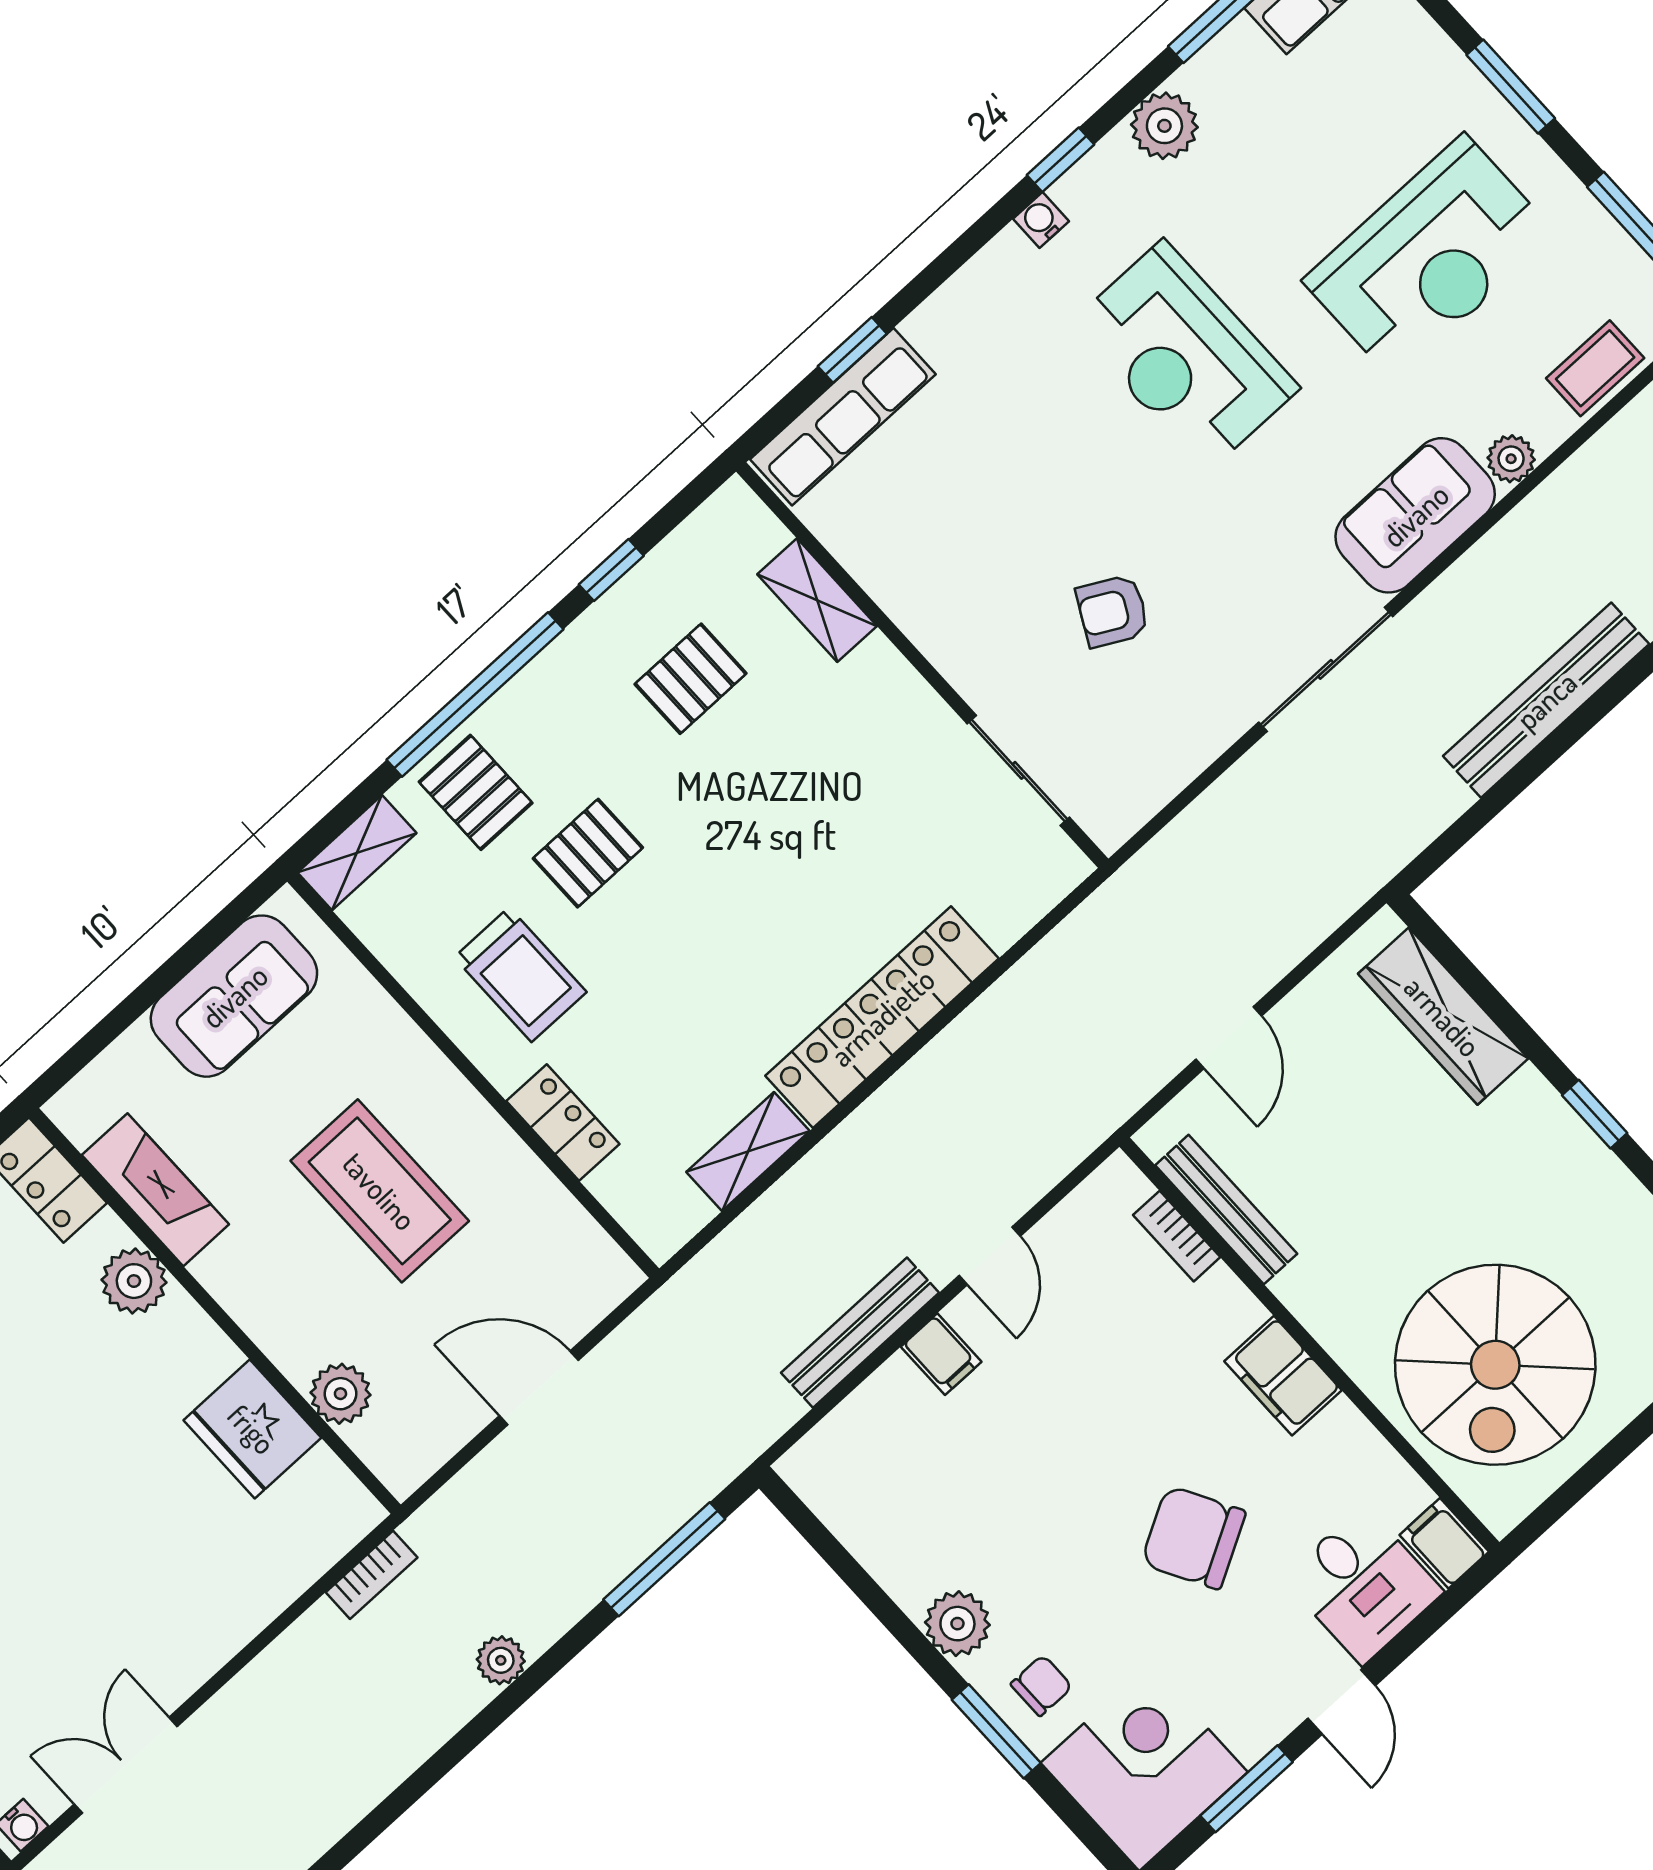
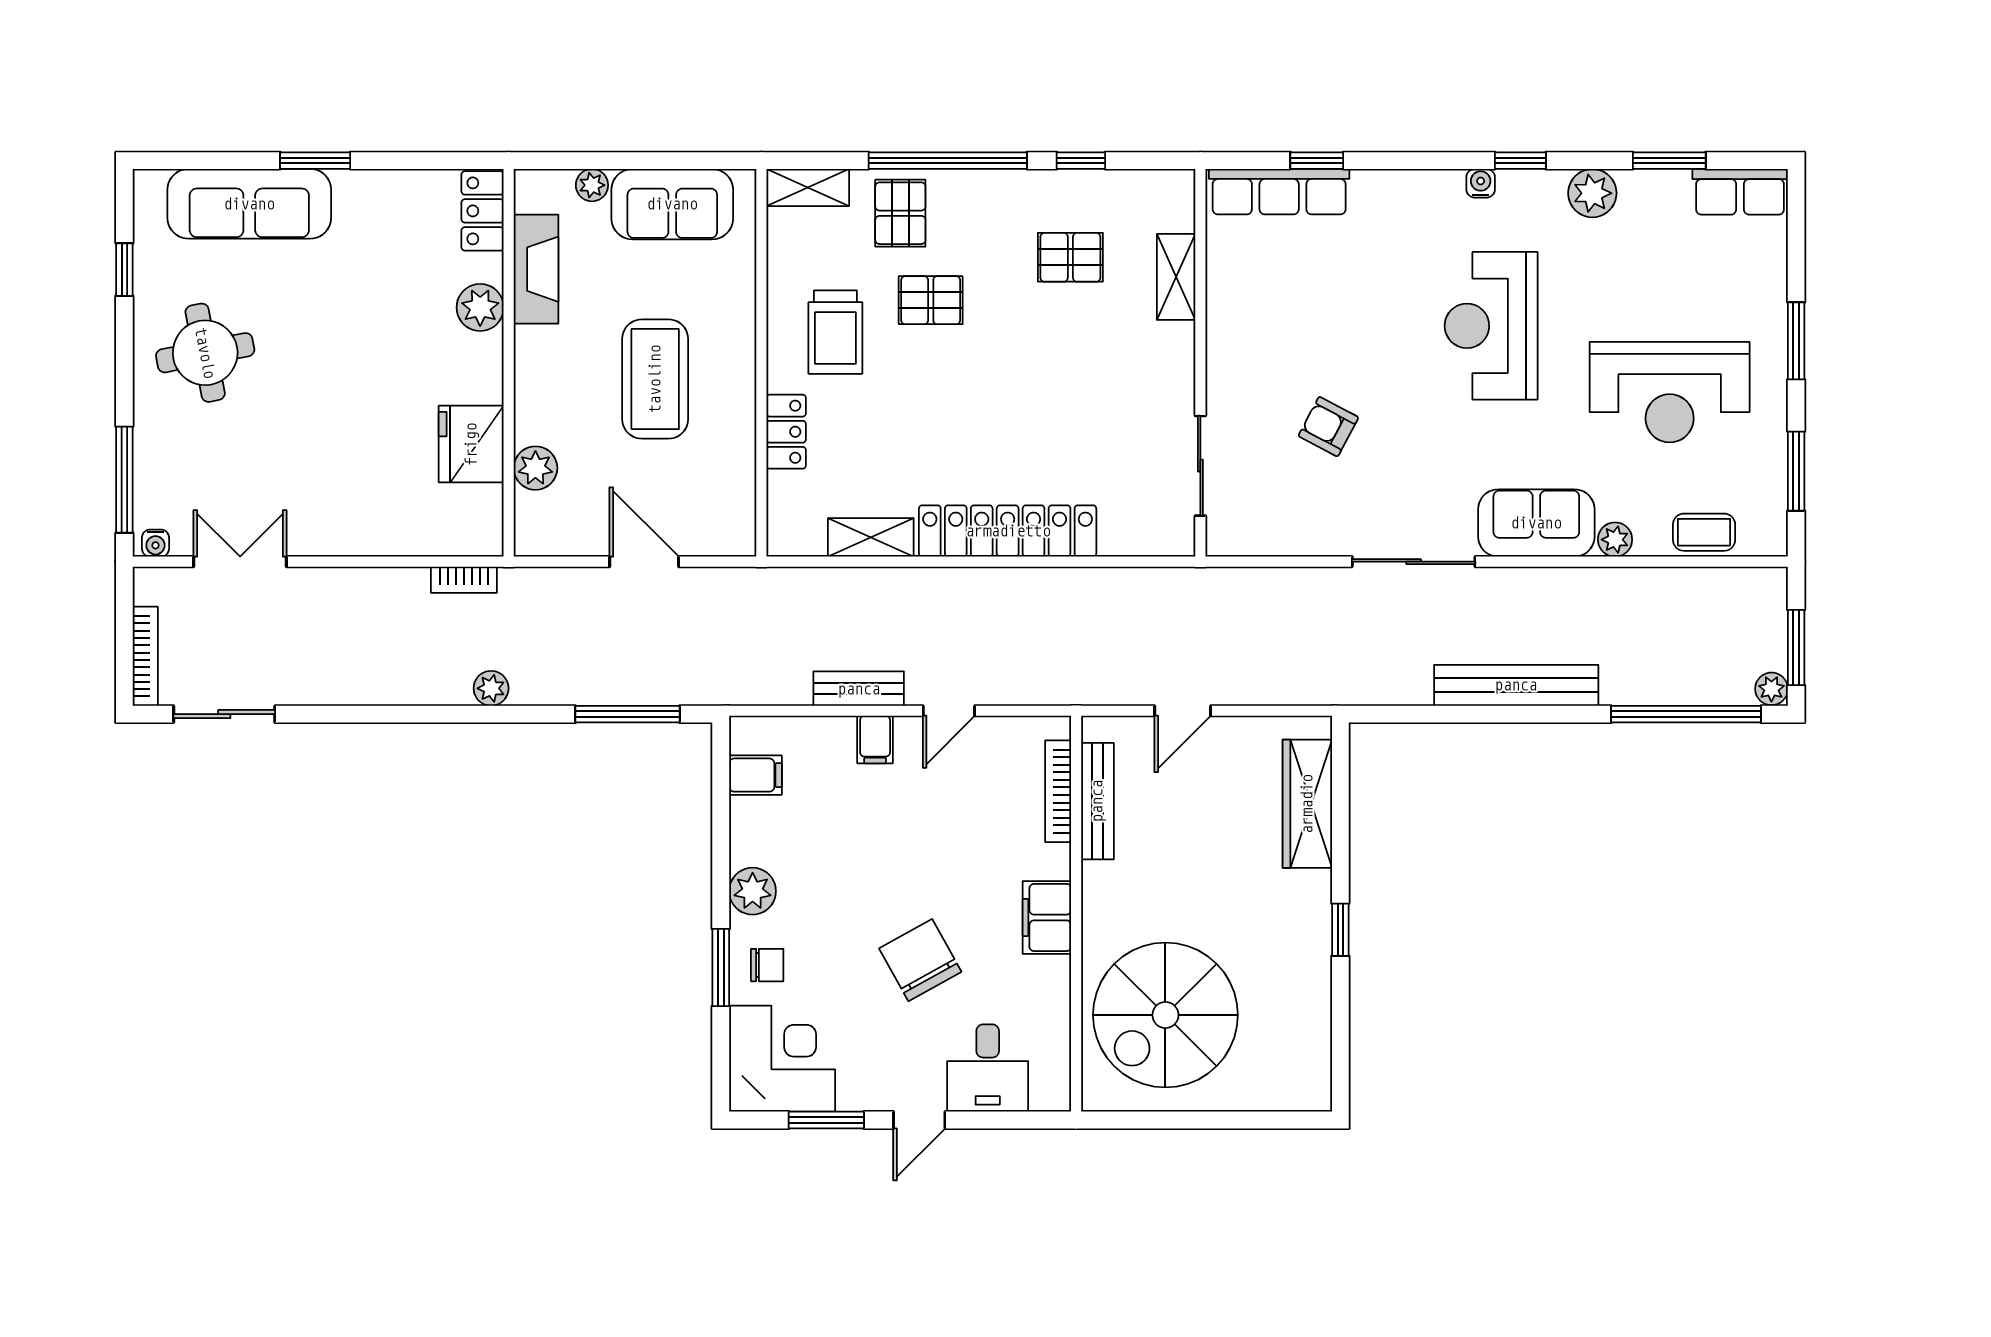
plant: (134, 1052) -> (592, 185), added
bookcase: (1177, 1236) -> (1058, 791), width x1.56
bench: (860, 1333) -> (859, 689), width x0.73
filing cabinet: (1444, 1543) -> (755, 775), moved, turned 90

